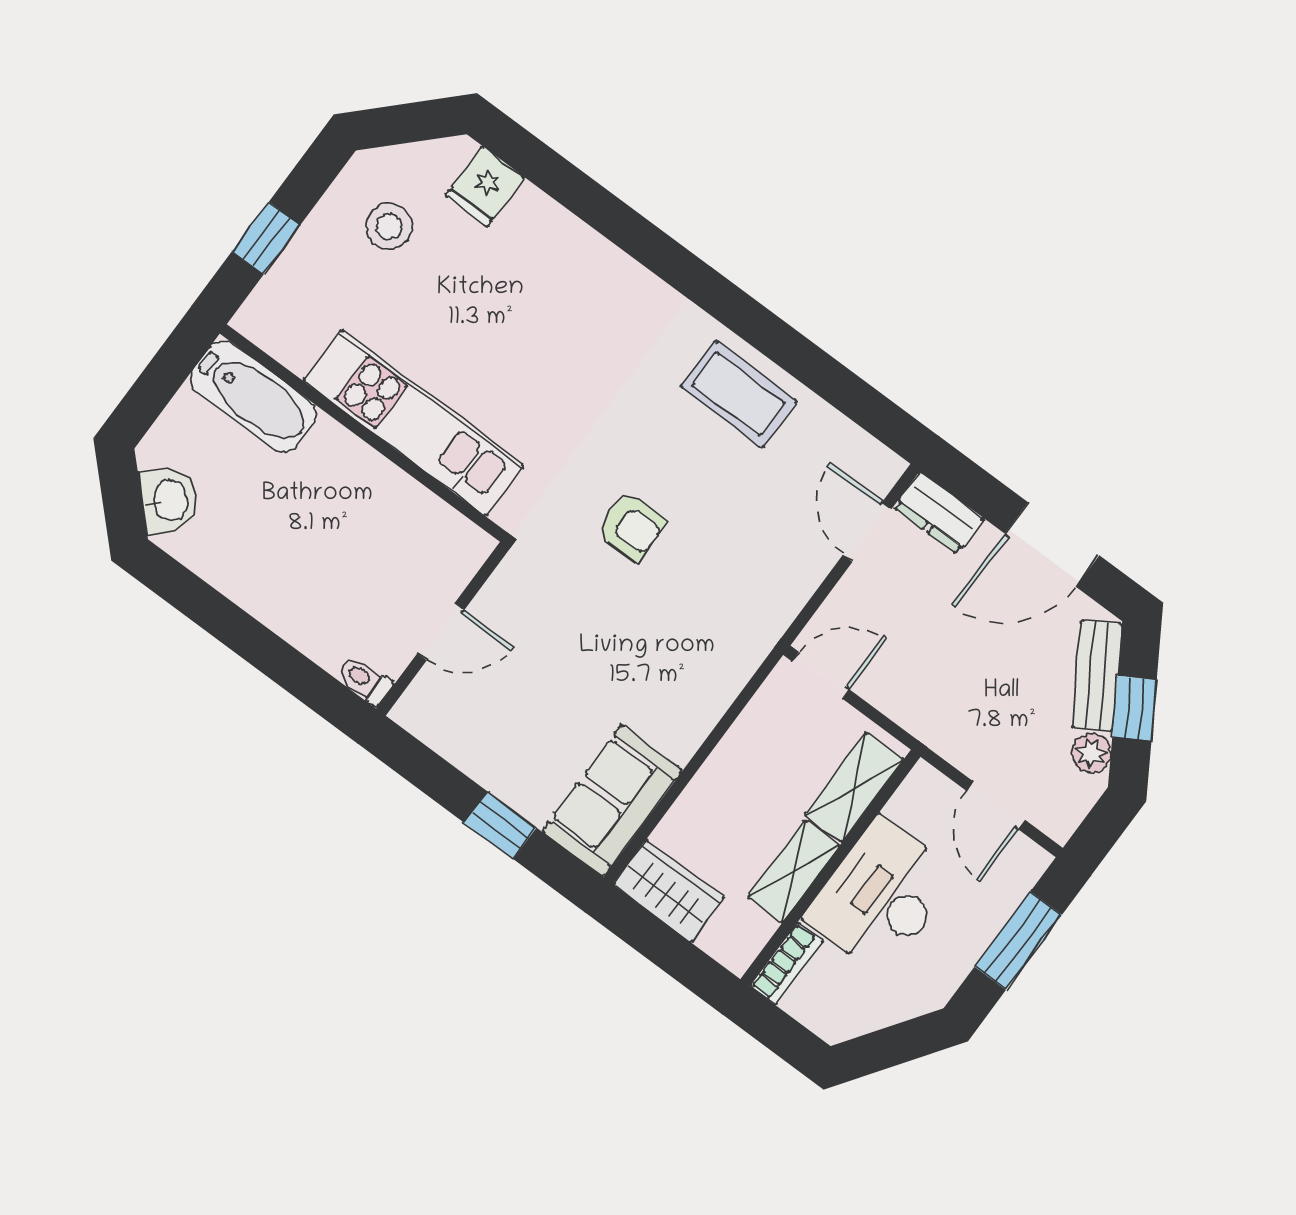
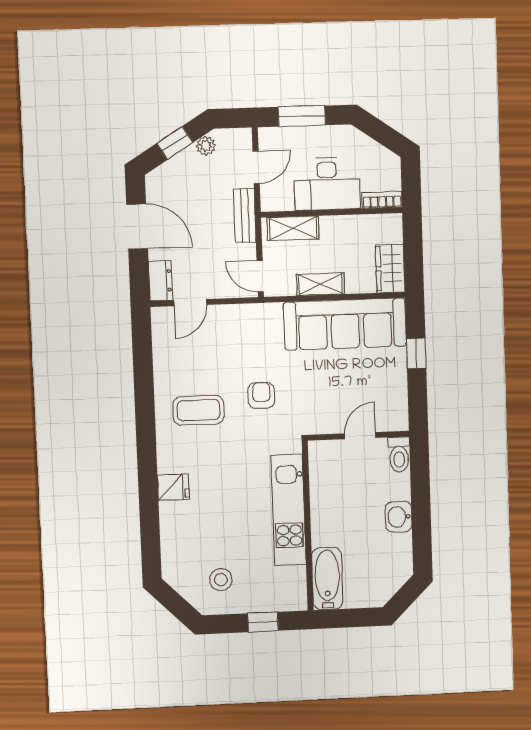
fridge: (485, 187) -> (173, 487), moved
coffee table: (739, 394) -> (199, 410), moved, turned 90
washbasin: (169, 500) -> (399, 517), moved, turned -45
door: (441, 632) -> (360, 436), hinge flipped
bench: (1097, 676) -> (245, 216), moved, turned -58
toilet: (365, 680) -> (399, 455), width x1.37, depth x1.39
sofa: (612, 801) -> (345, 324), width x1.85, depth x1.27
shelving: (794, 871) -> (320, 284), moved

